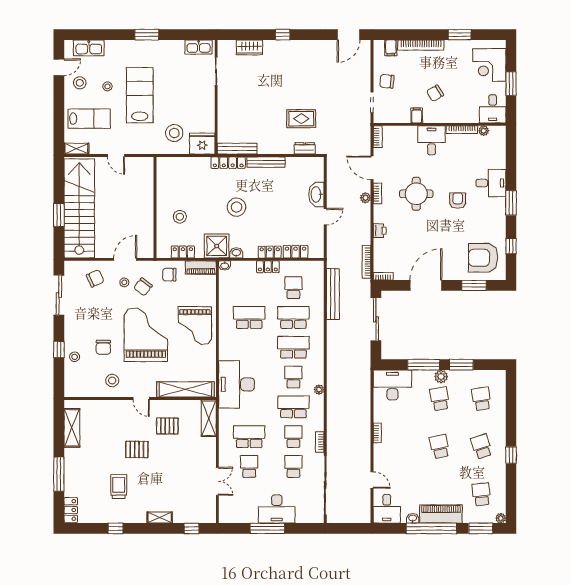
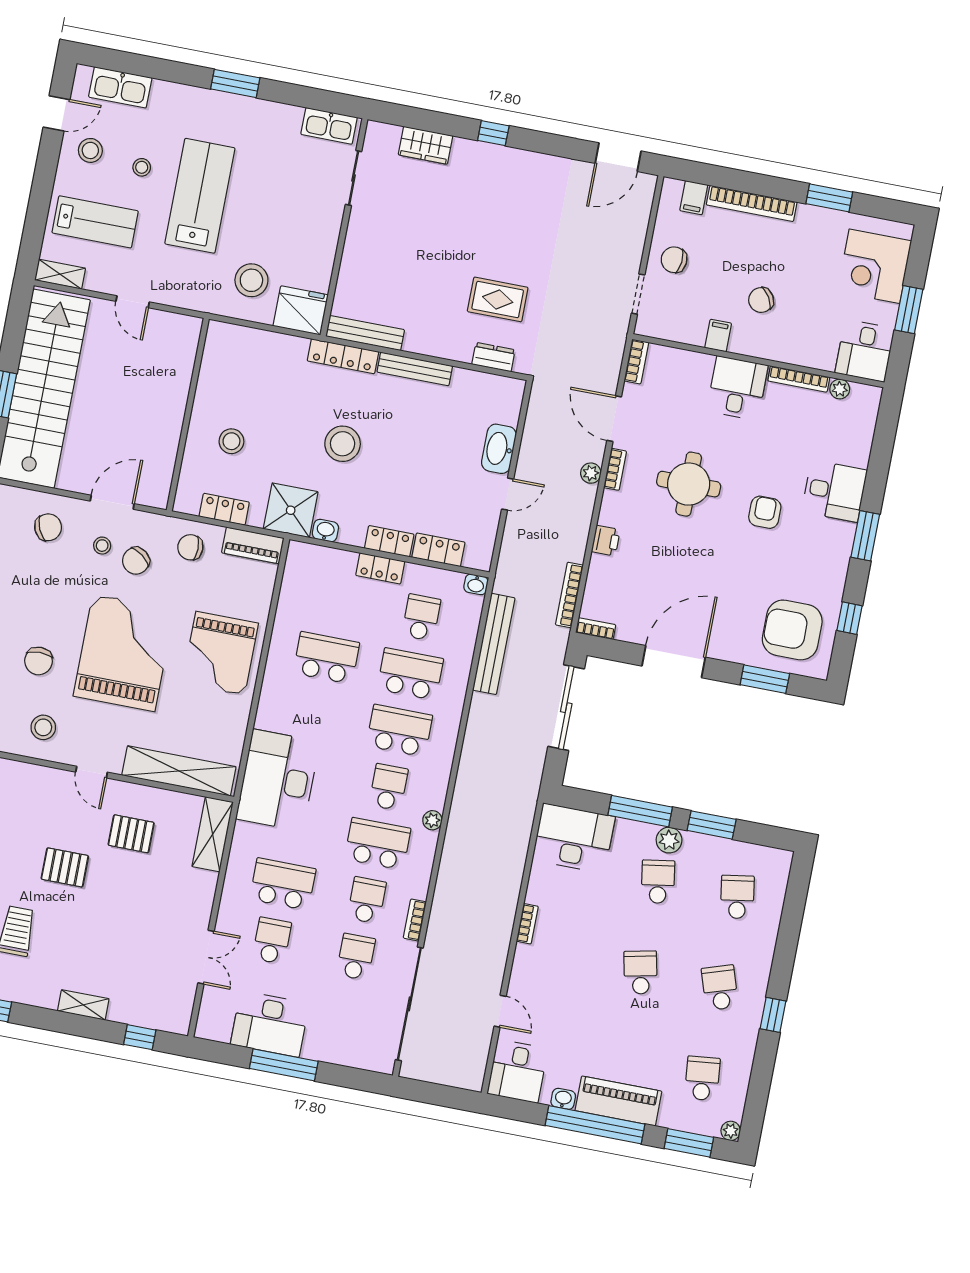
washbasin: (225, 266) -> (476, 584), moved
desk: (277, 509) -> (270, 1024), moved

